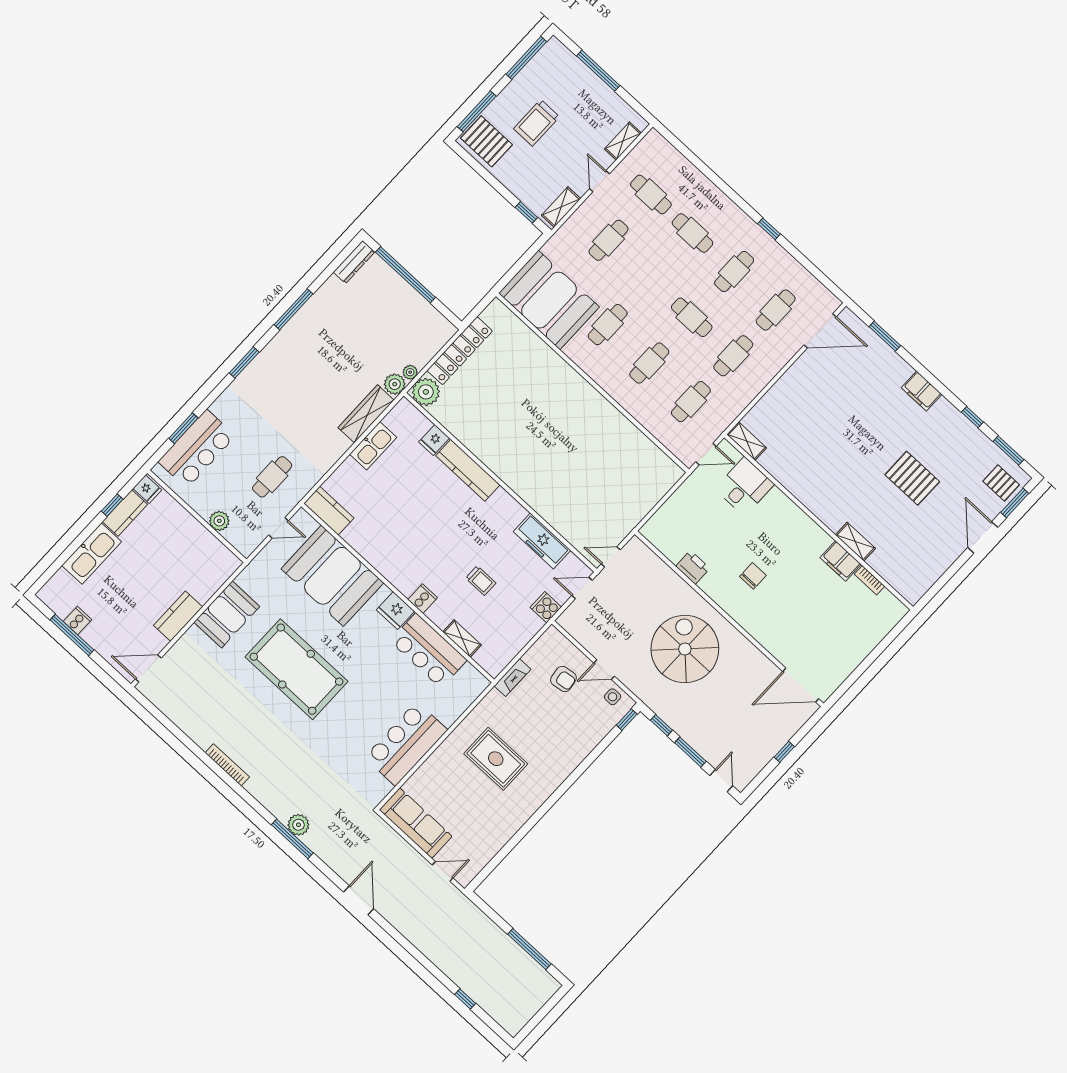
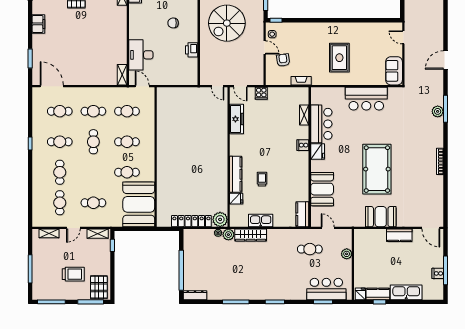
desk: (744, 486) -> (141, 55), width x1.37
booth: (332, 576) -> (322, 189), width x0.73, depth x0.70
trolley: (481, 581) -> (262, 179), moved
sofa: (416, 823) -> (394, 71), width x0.73

